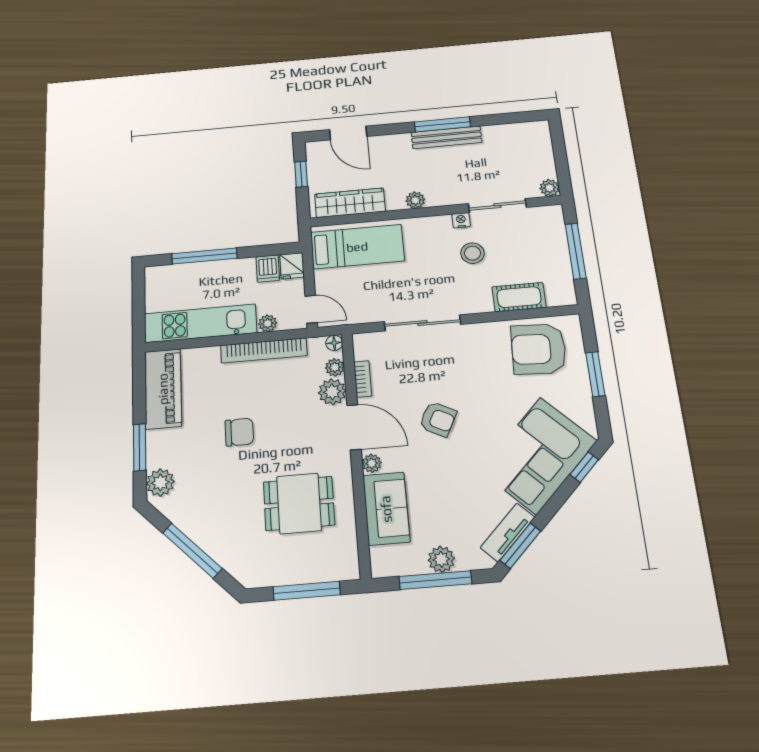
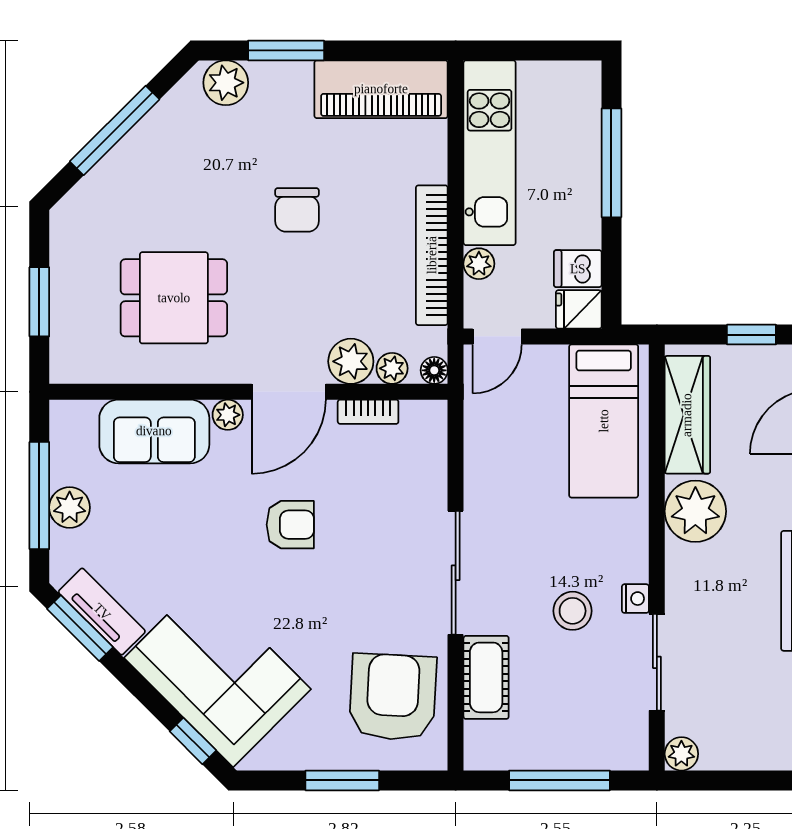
plant: (415, 200) -> (695, 511), width x1.88, depth x1.88
sliding door: (422, 323) -> (456, 573), moved
armchair: (438, 419) -> (290, 525), turned -117
dining table: (299, 503) -> (174, 298), turned 90
window: (307, 591) -> (39, 302), width x0.69

